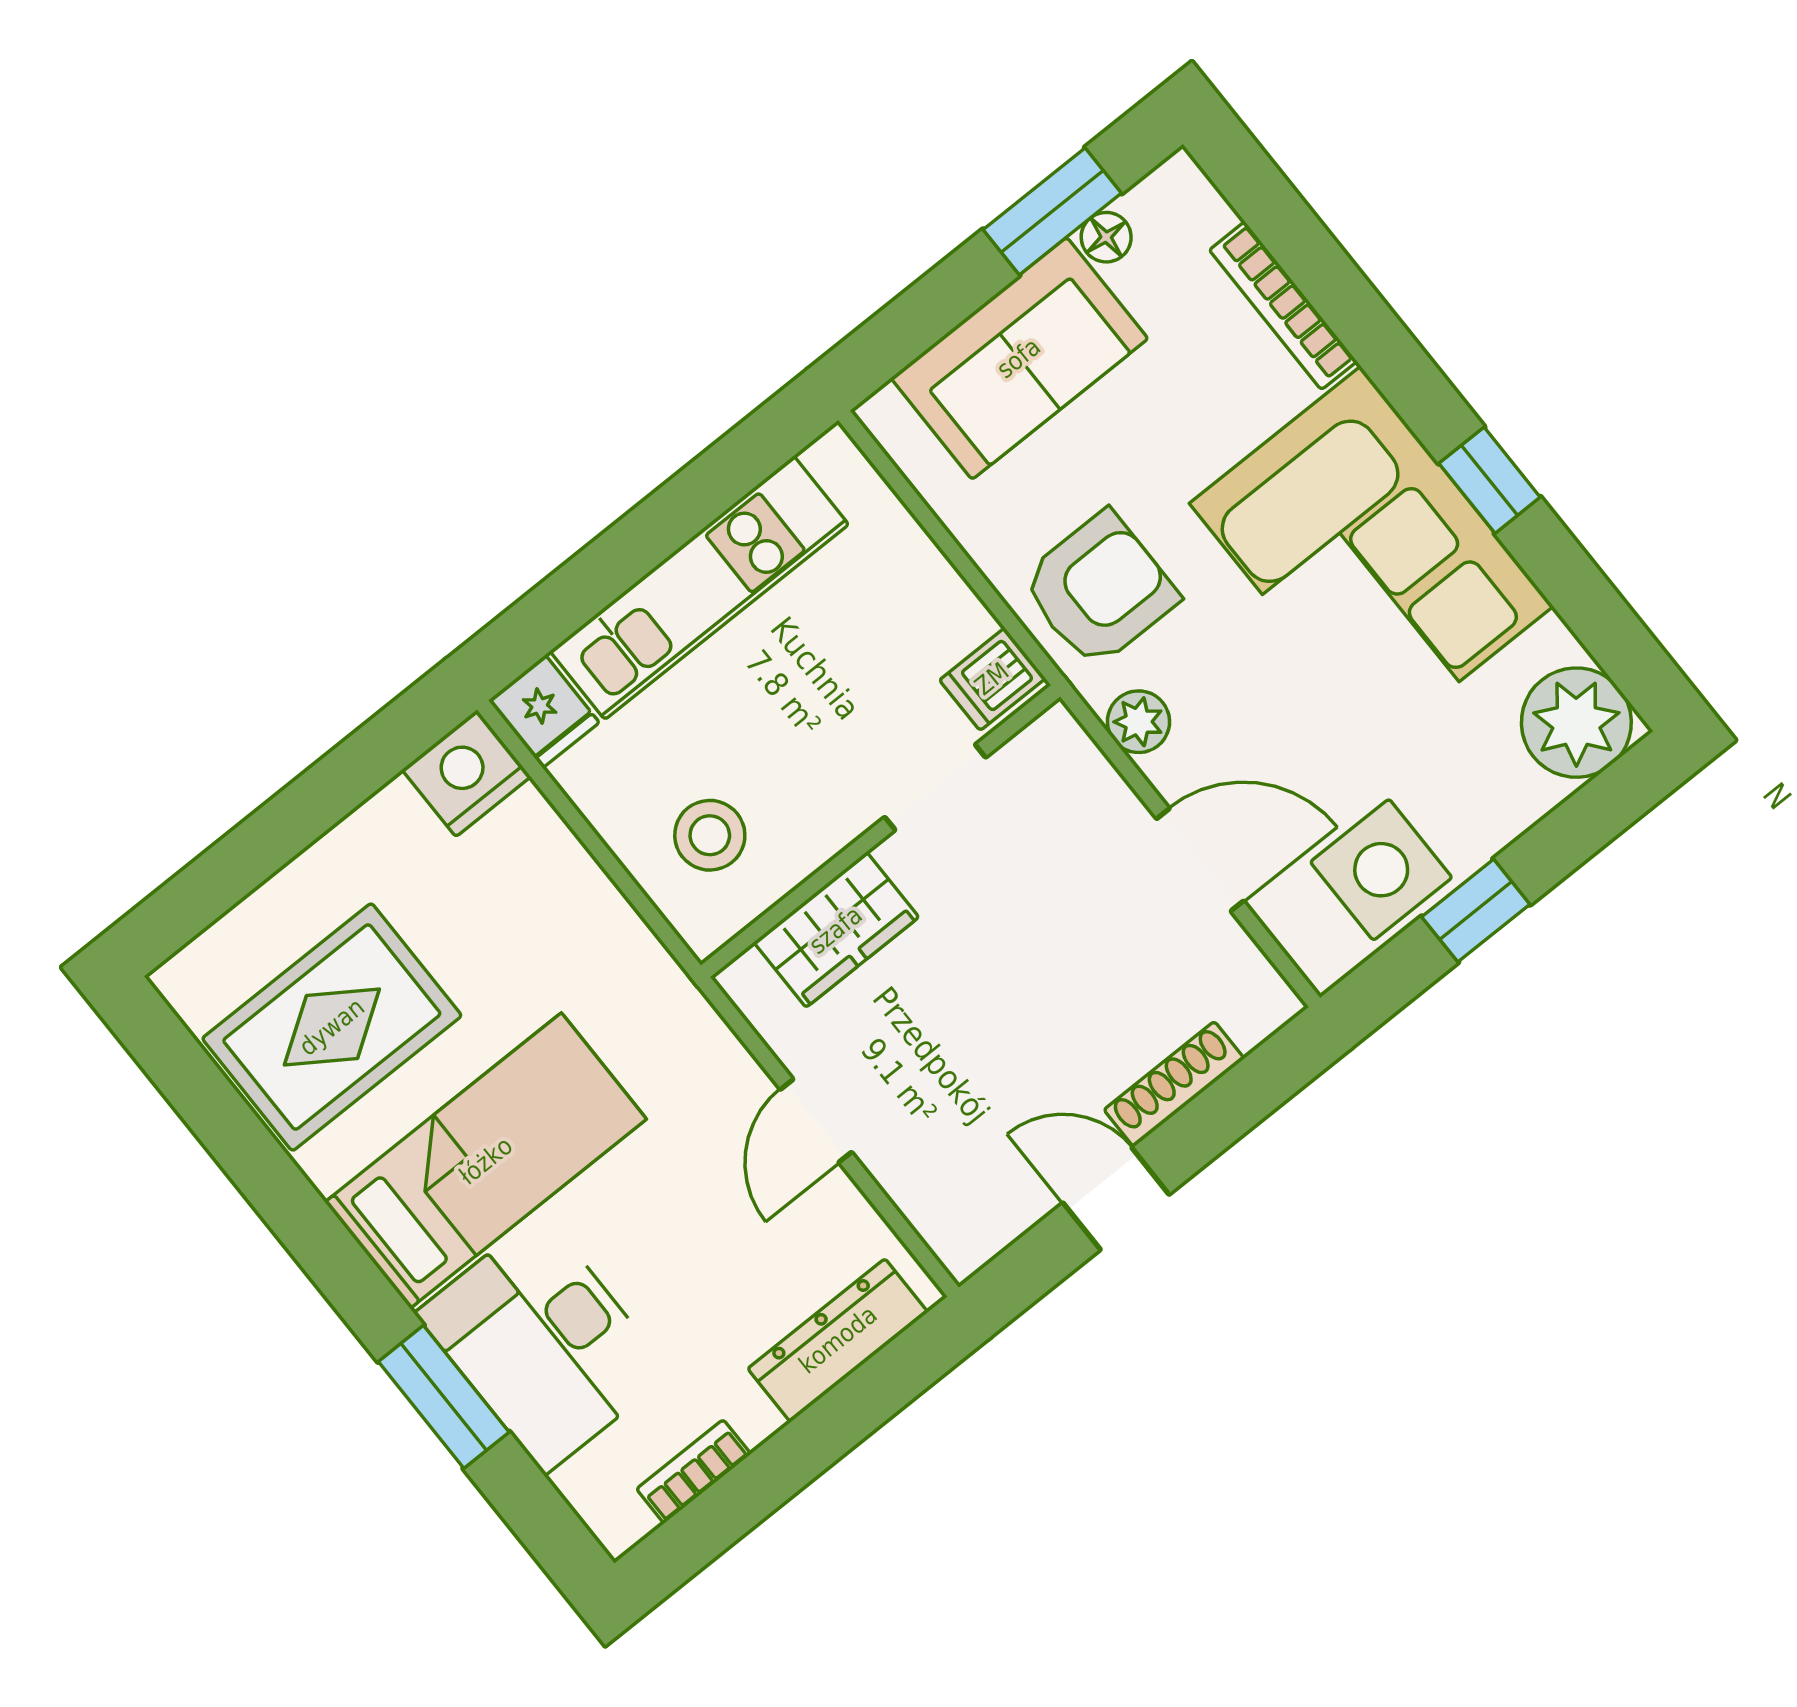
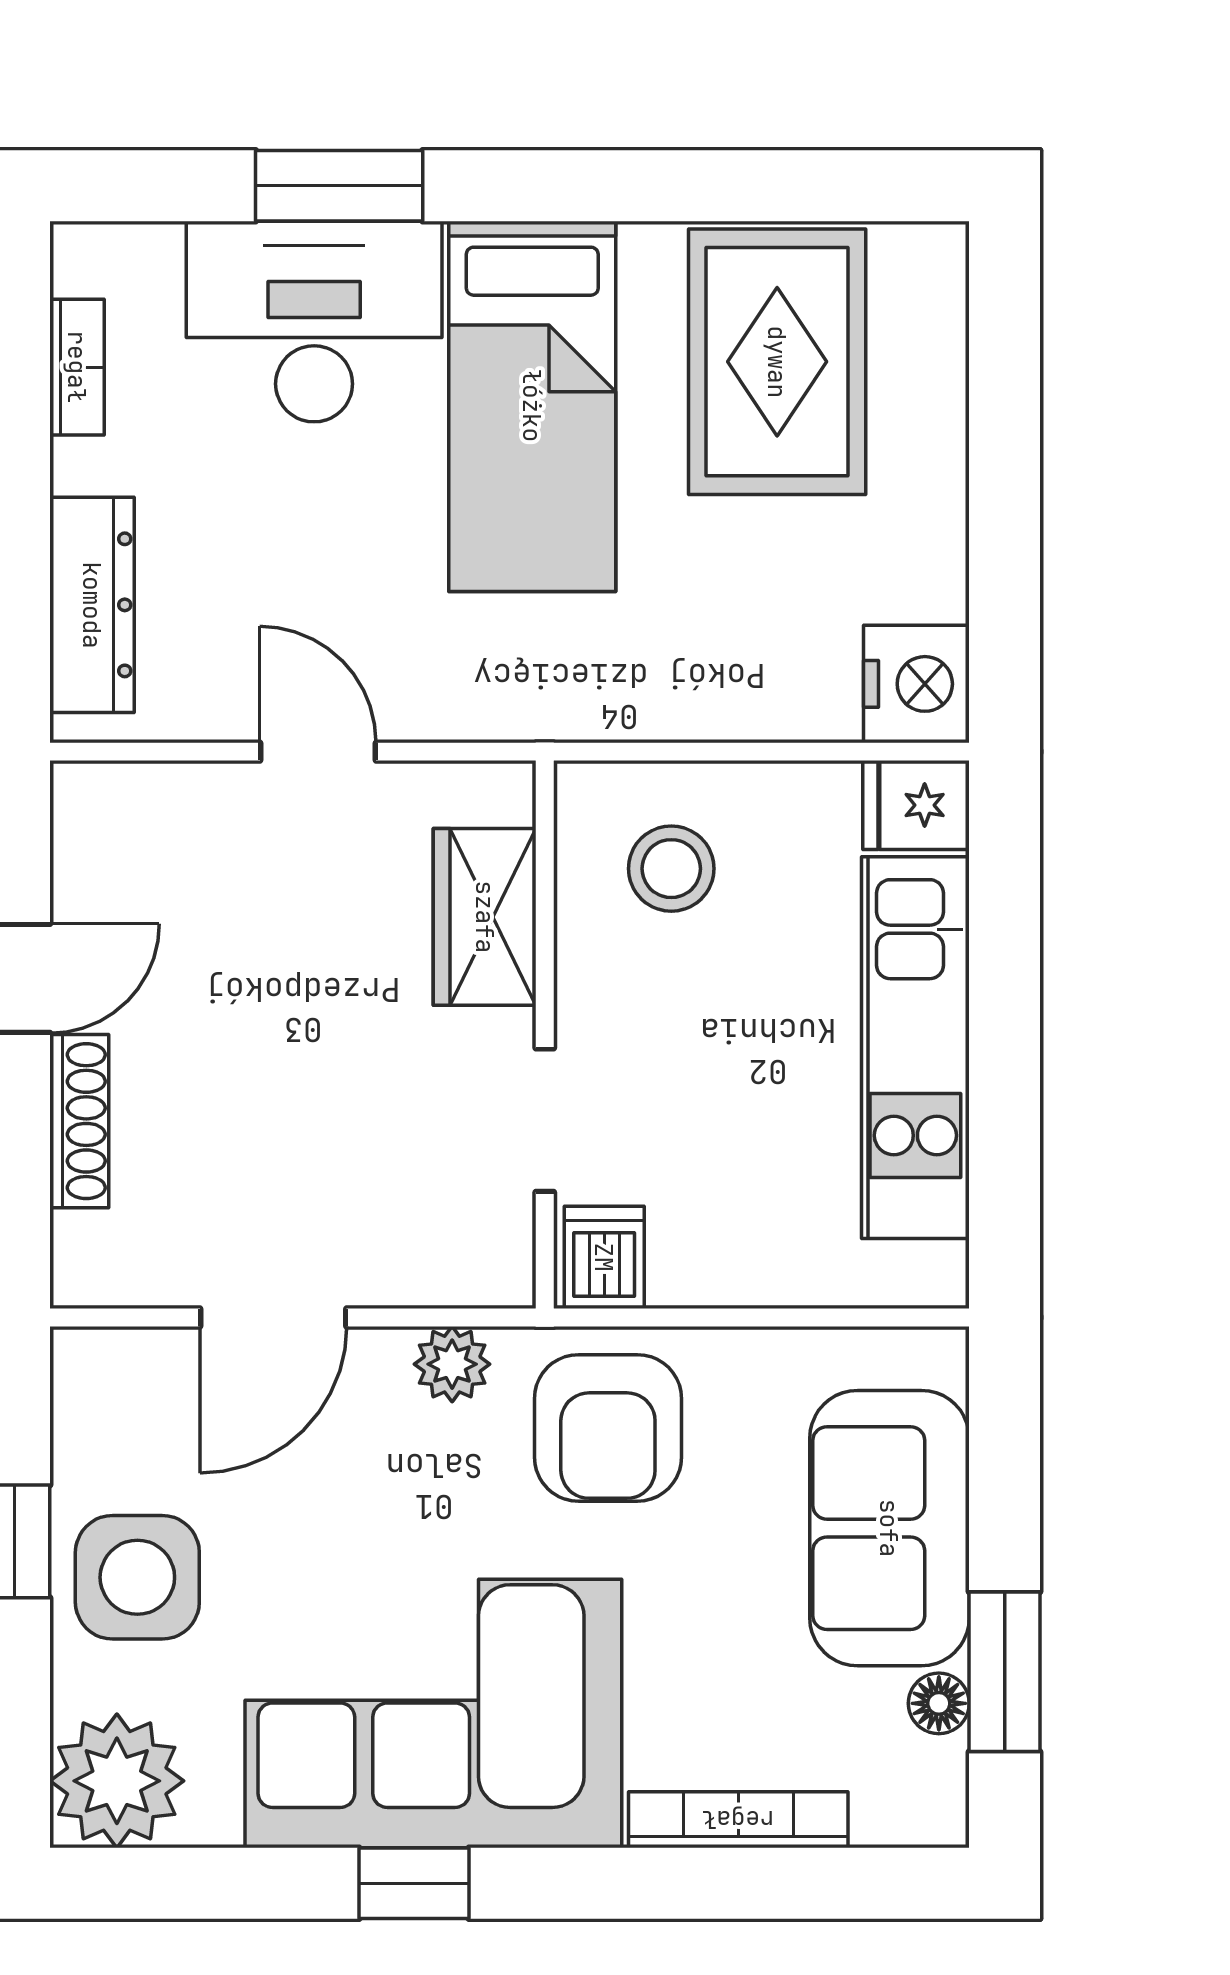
side table: (1381, 870) -> (137, 1577), moved

